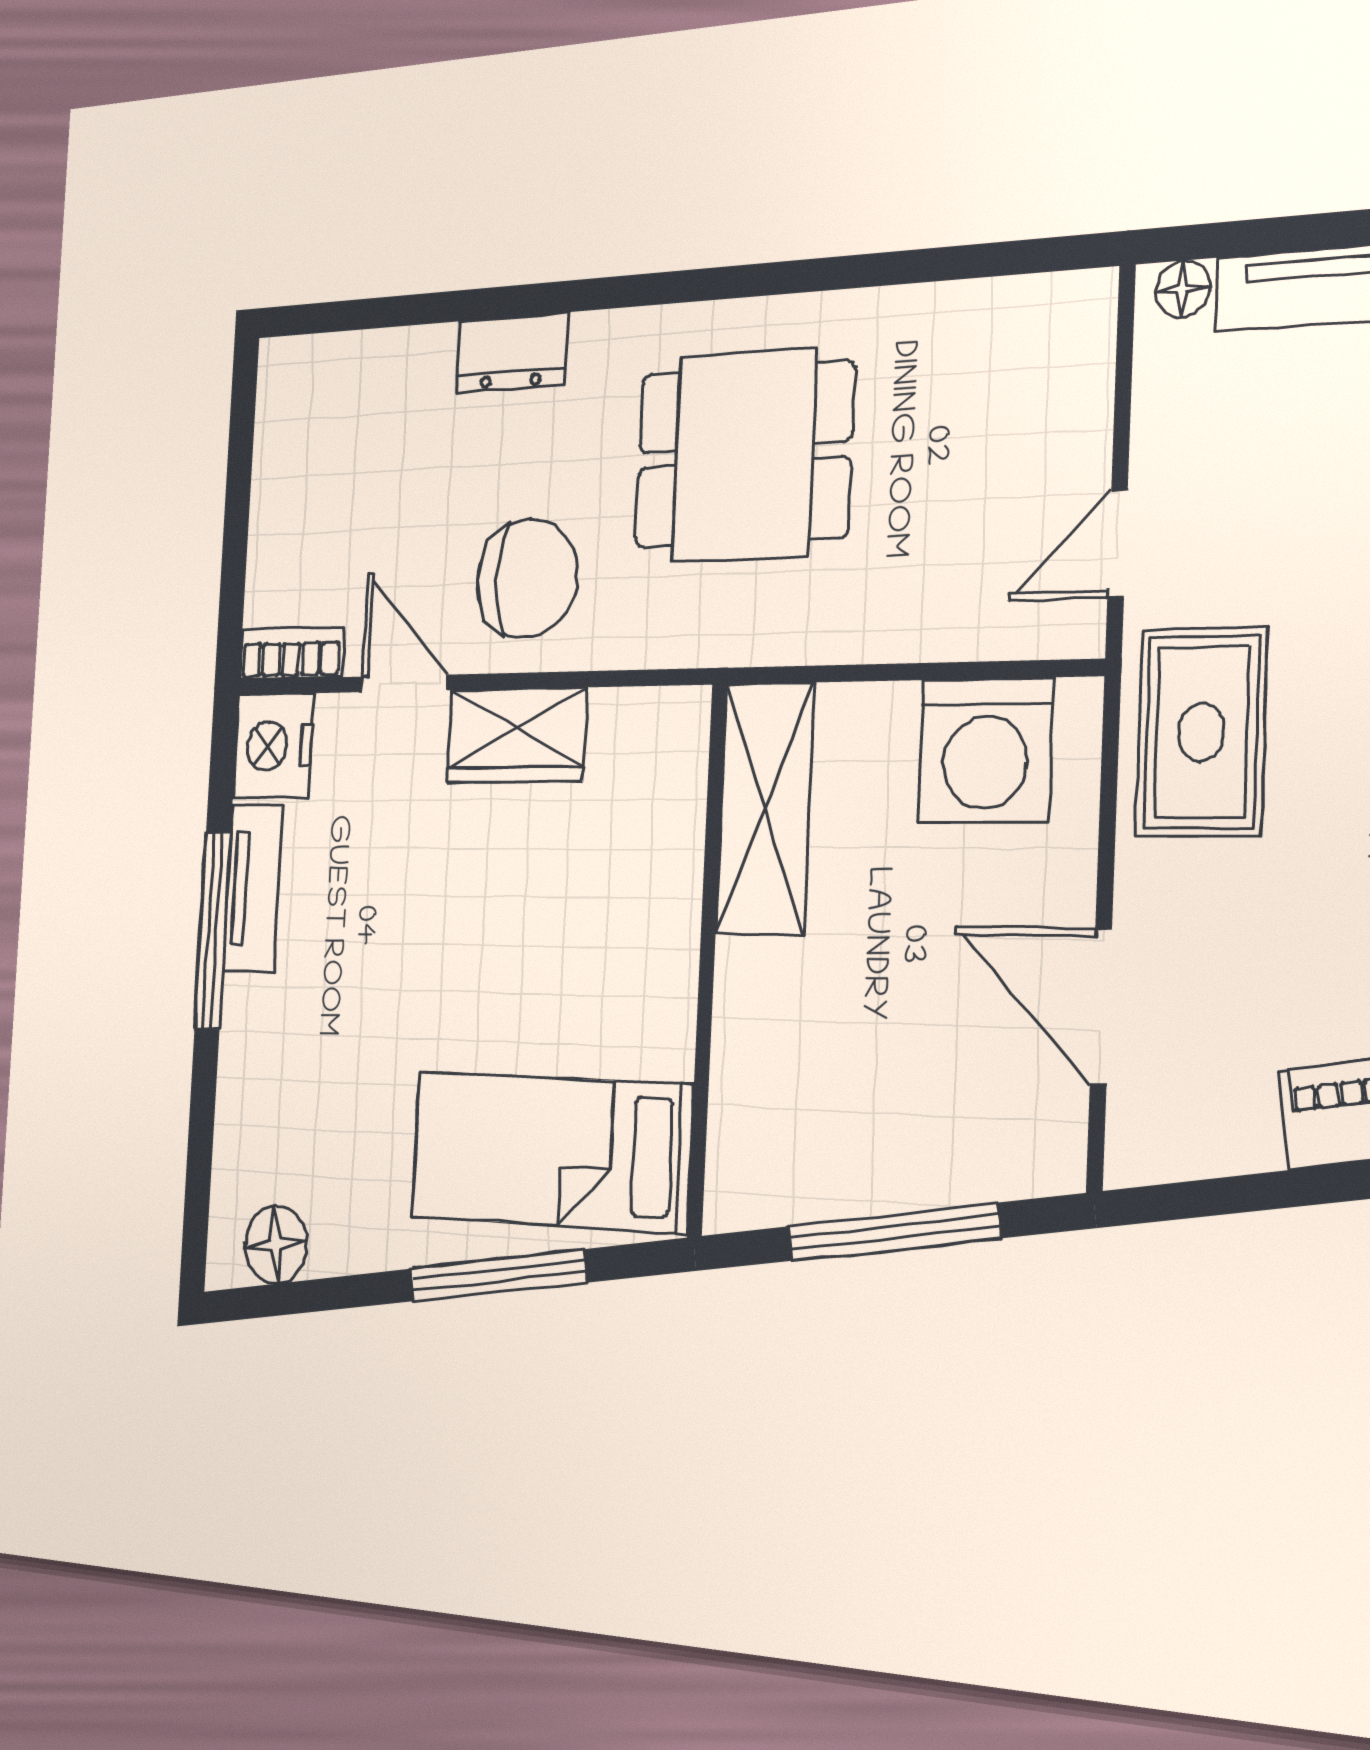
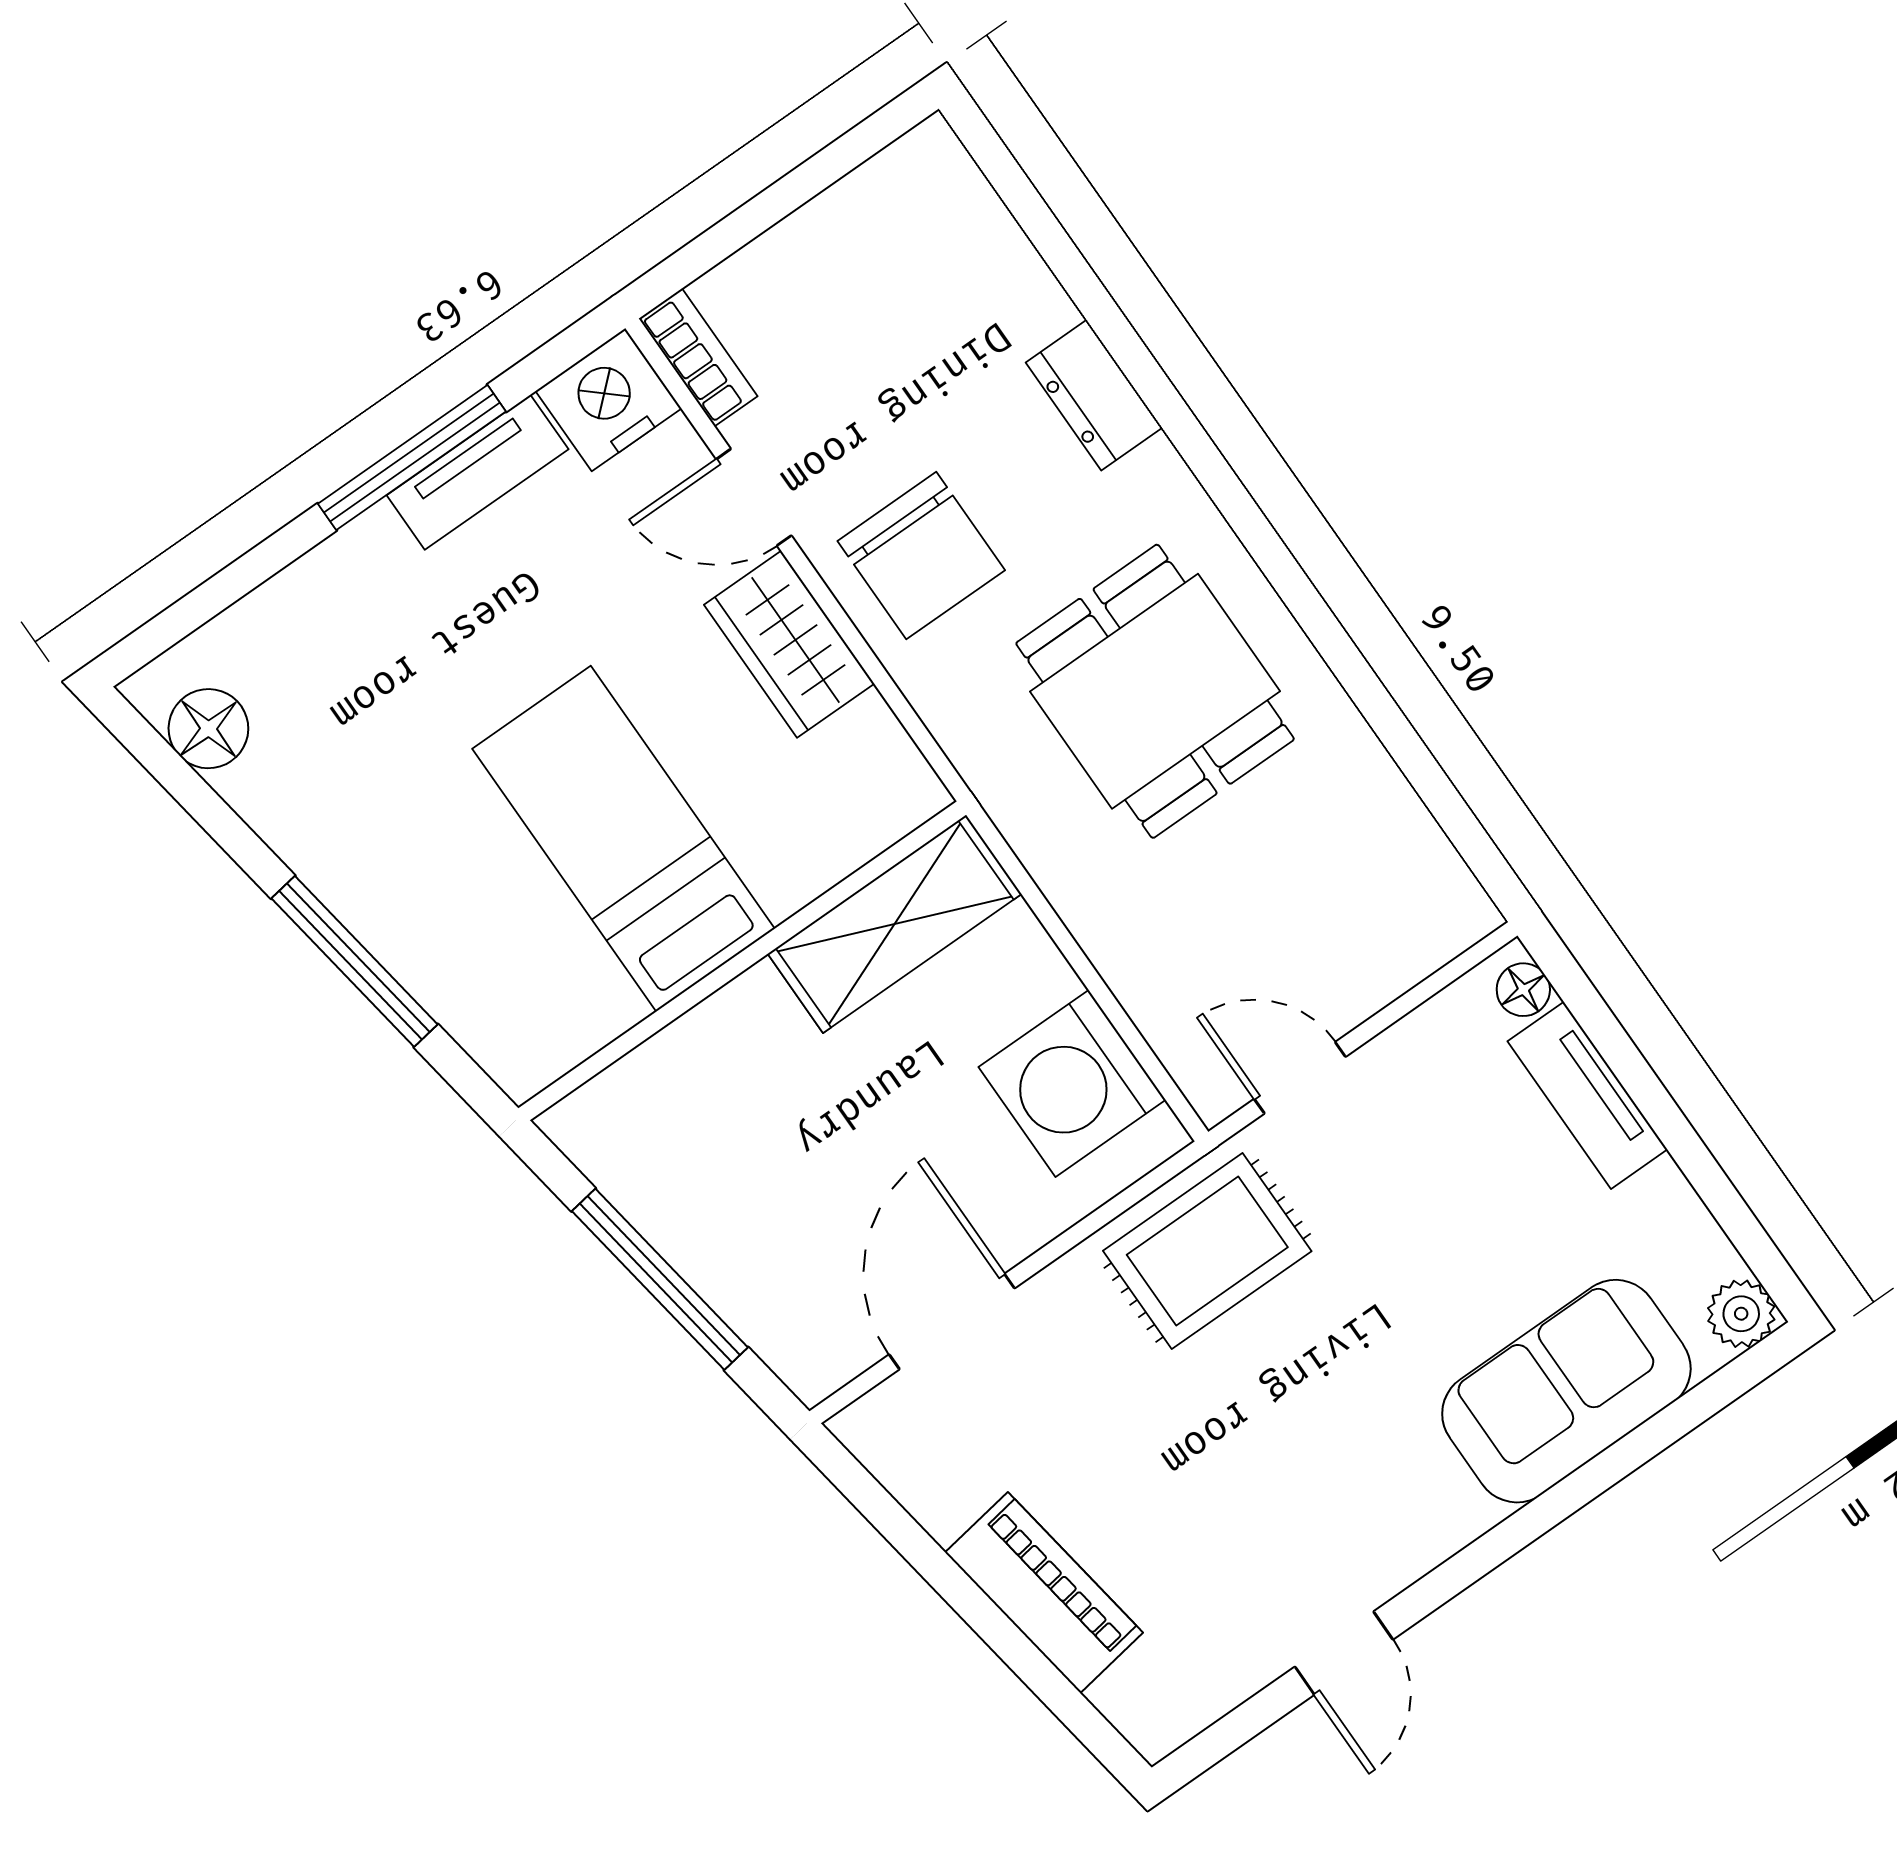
door: (404, 683) -> (754, 497), swing flipped
bed: (550, 1151) -> (624, 839), moved

